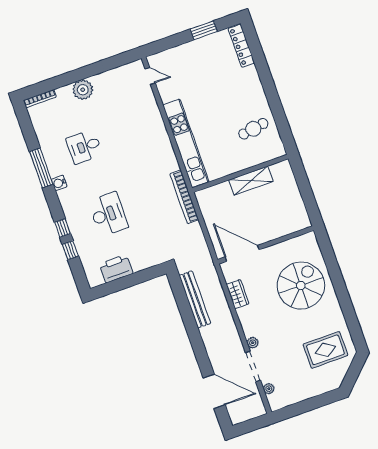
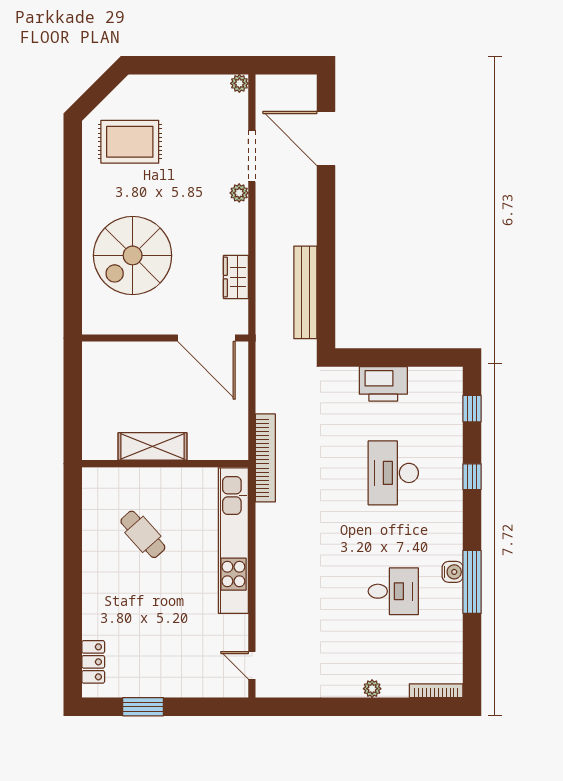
locker: (241, 46) -> (93, 662), width x0.66
plant: (83, 90) -> (372, 689), width x0.53, depth x0.53
cafe table: (253, 129) -> (143, 534), moved, turned 57
water cooler: (59, 183) -> (453, 572), moved
window: (70, 250) -> (472, 409), moved
printer: (116, 269) -> (383, 384), moved
plant: (269, 389) -> (239, 83), moved

